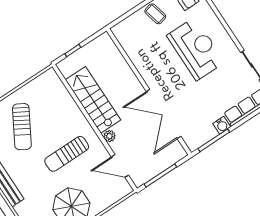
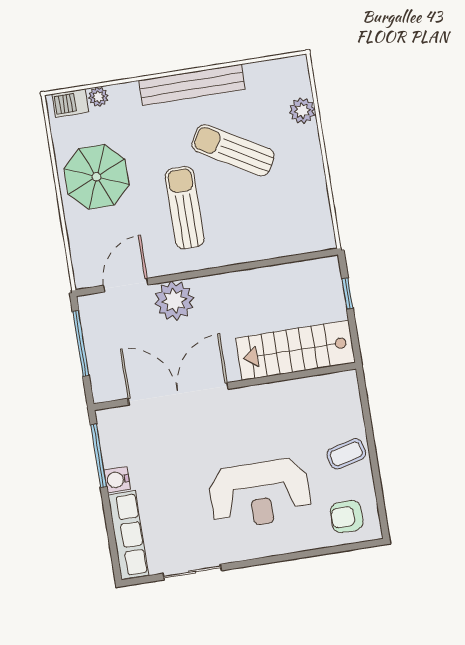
stairs: (93, 100) -> (295, 350), moved, turned 180
sun lounger: (22, 127) -> (233, 150), moved
plant: (109, 136) -> (174, 301), width x1.87, depth x1.87

